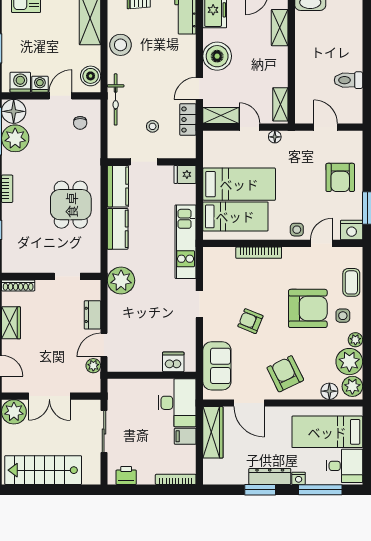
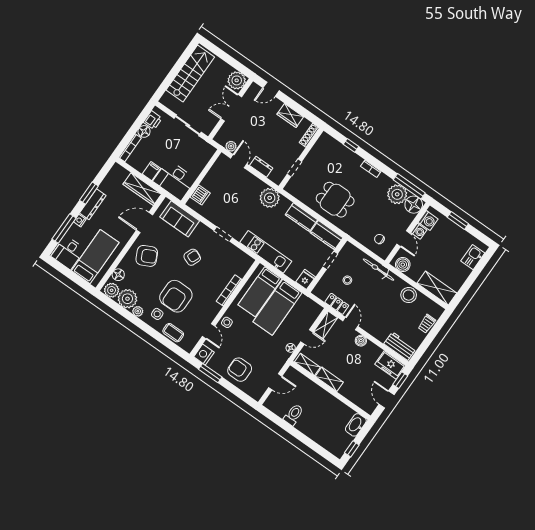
shelving: (280, 28) -> (329, 379), moved
boiler: (217, 56) -> (361, 341), width x0.54, depth x0.54
floor lamp: (146, 476) -> (144, 131), added

